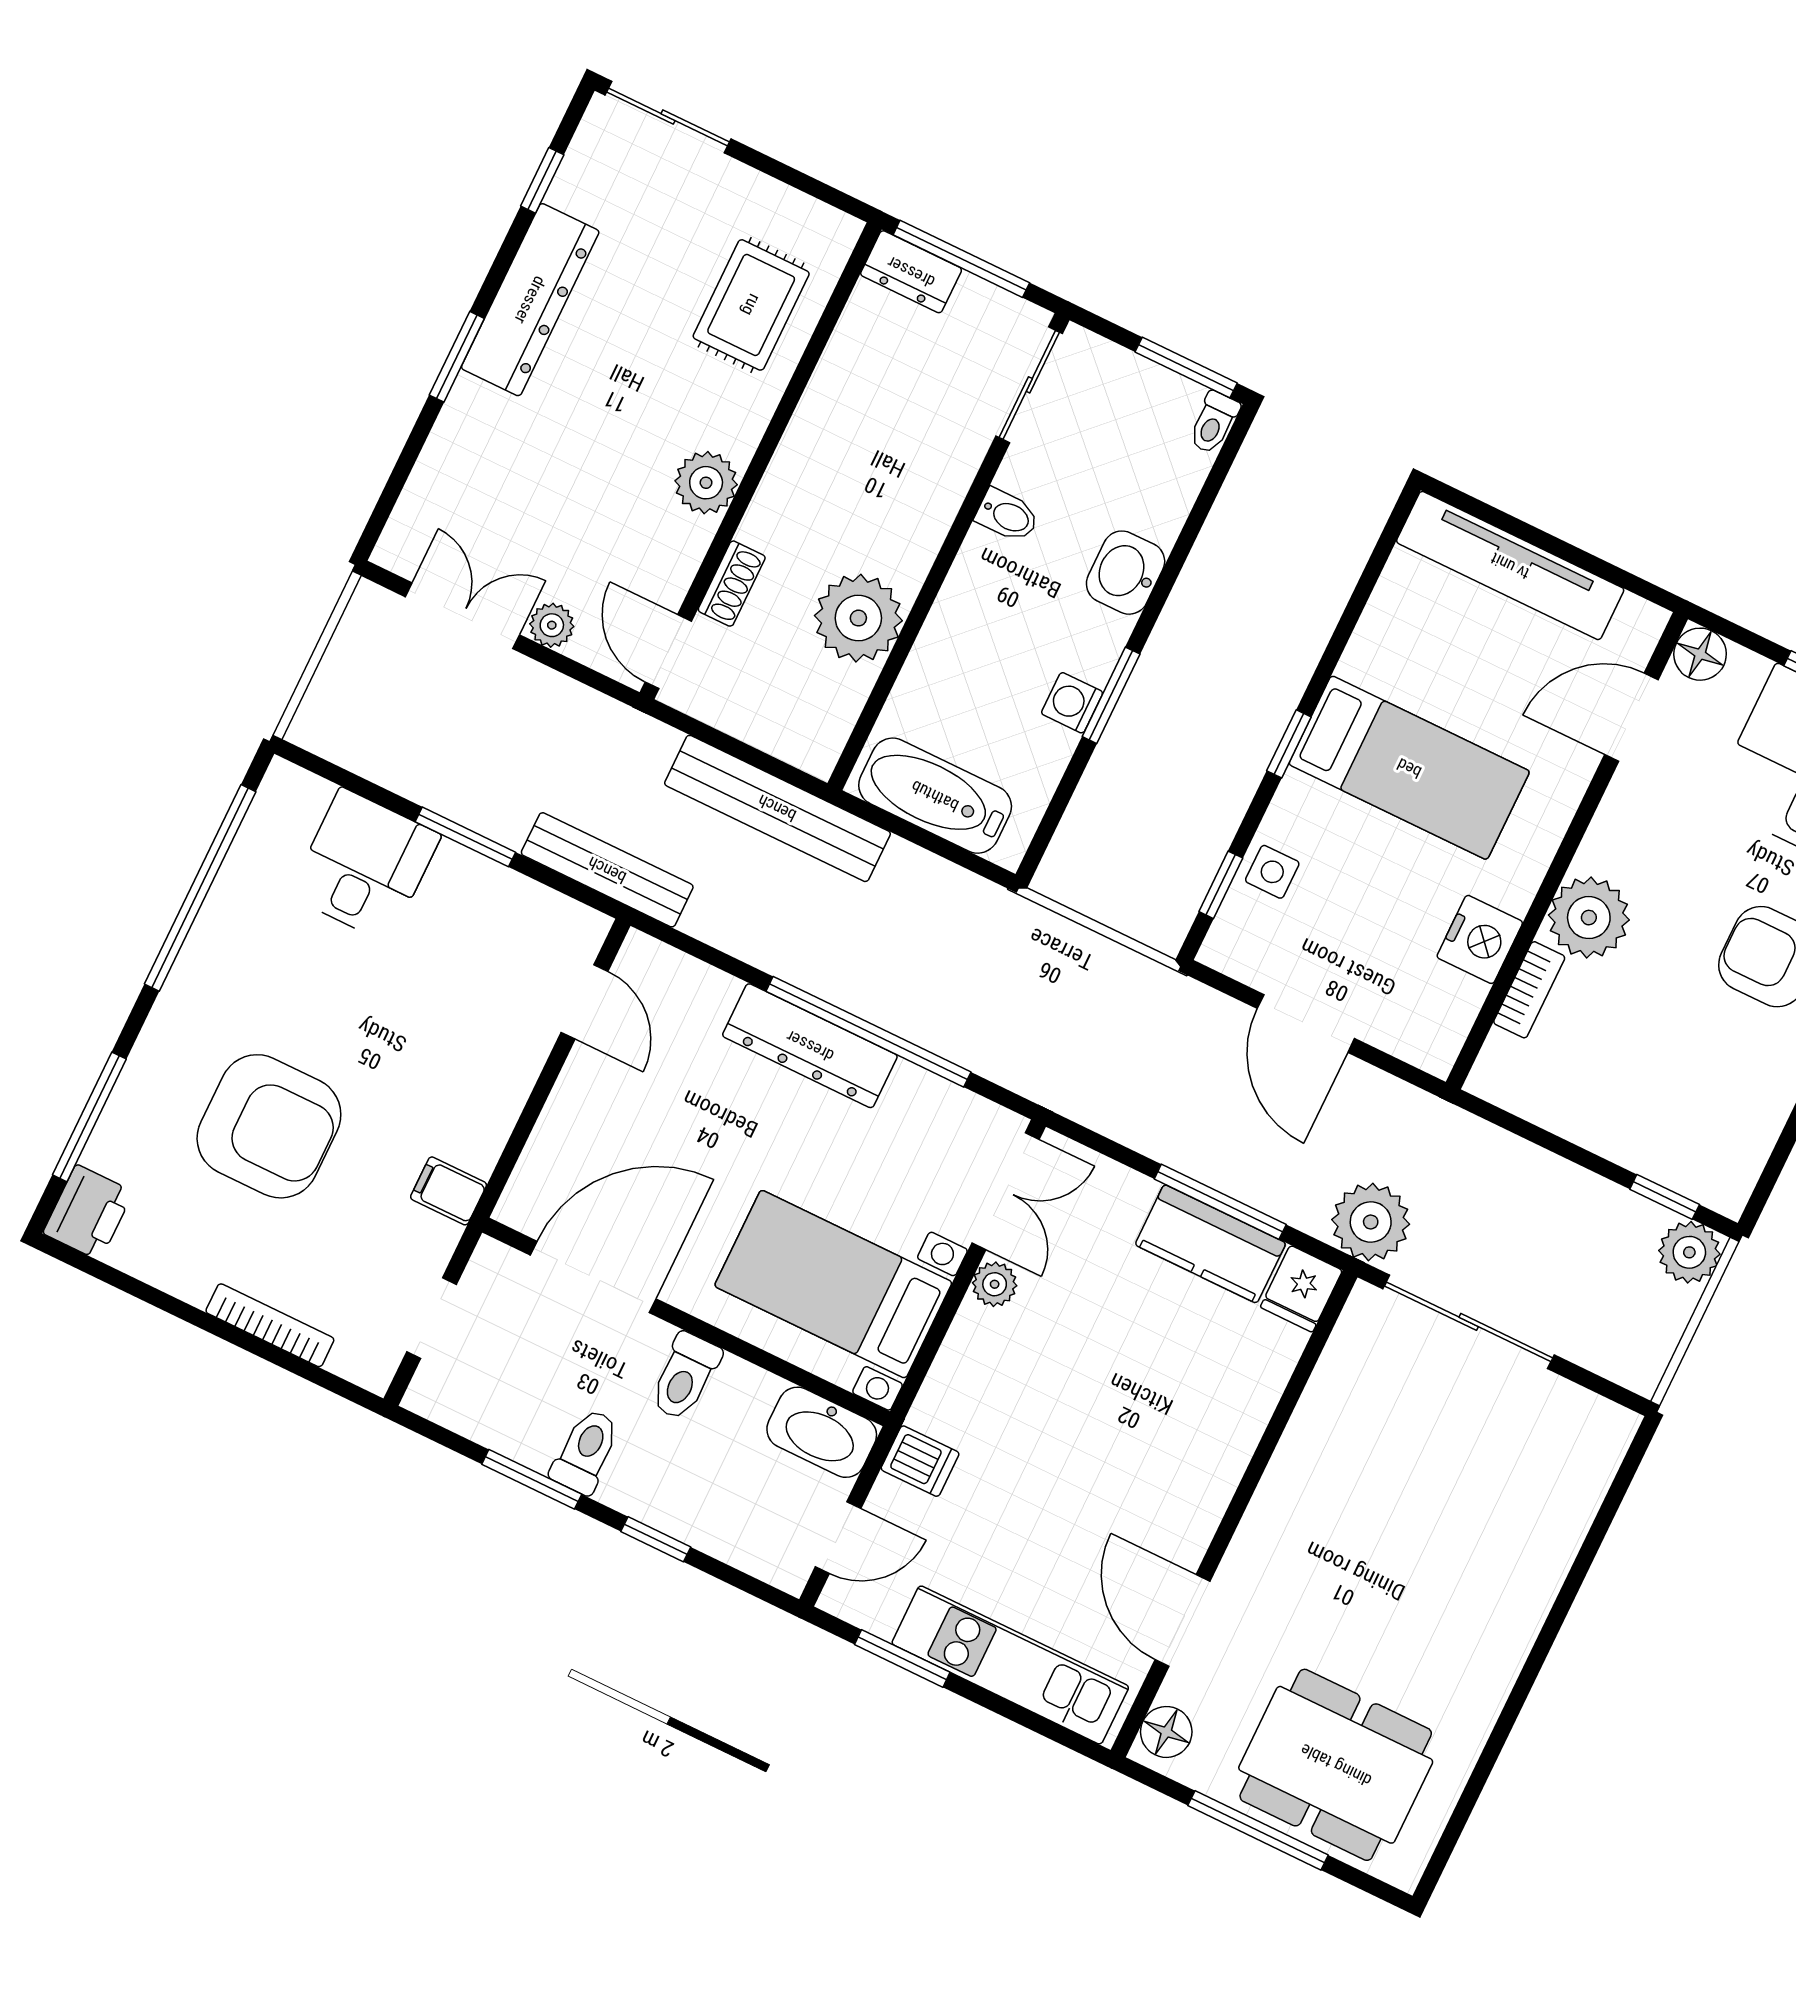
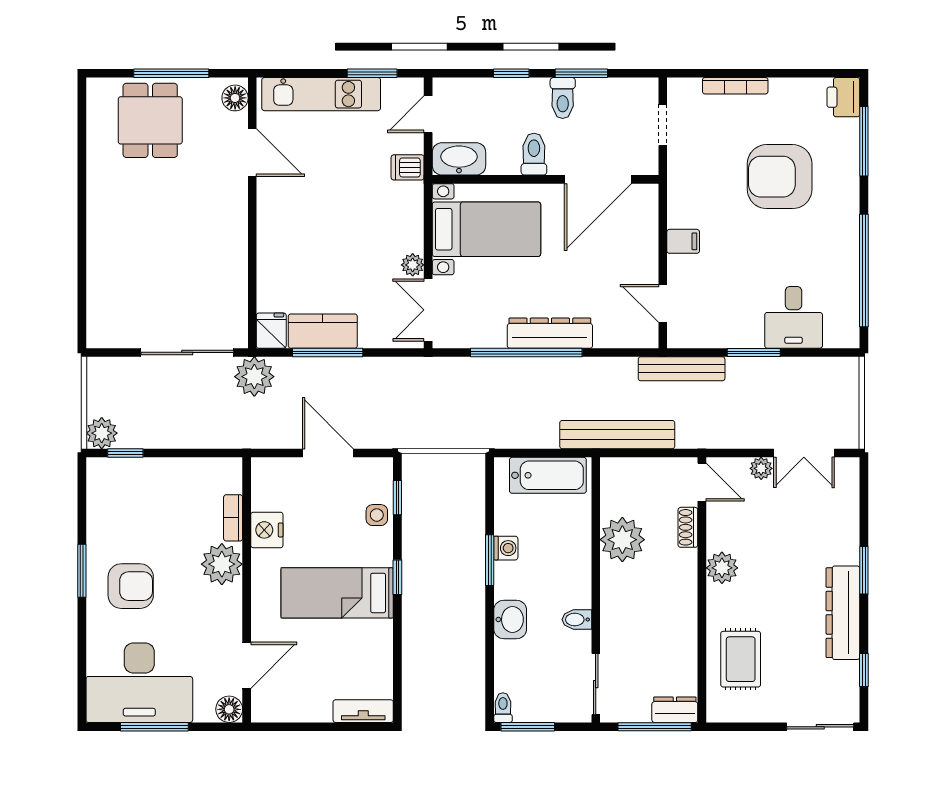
tv unit: (1510, 566) -> (363, 711), width x0.52, depth x0.78
filing cabinet: (449, 1191) -> (683, 241), moved
dining table: (1336, 1765) -> (150, 120), width x0.73

